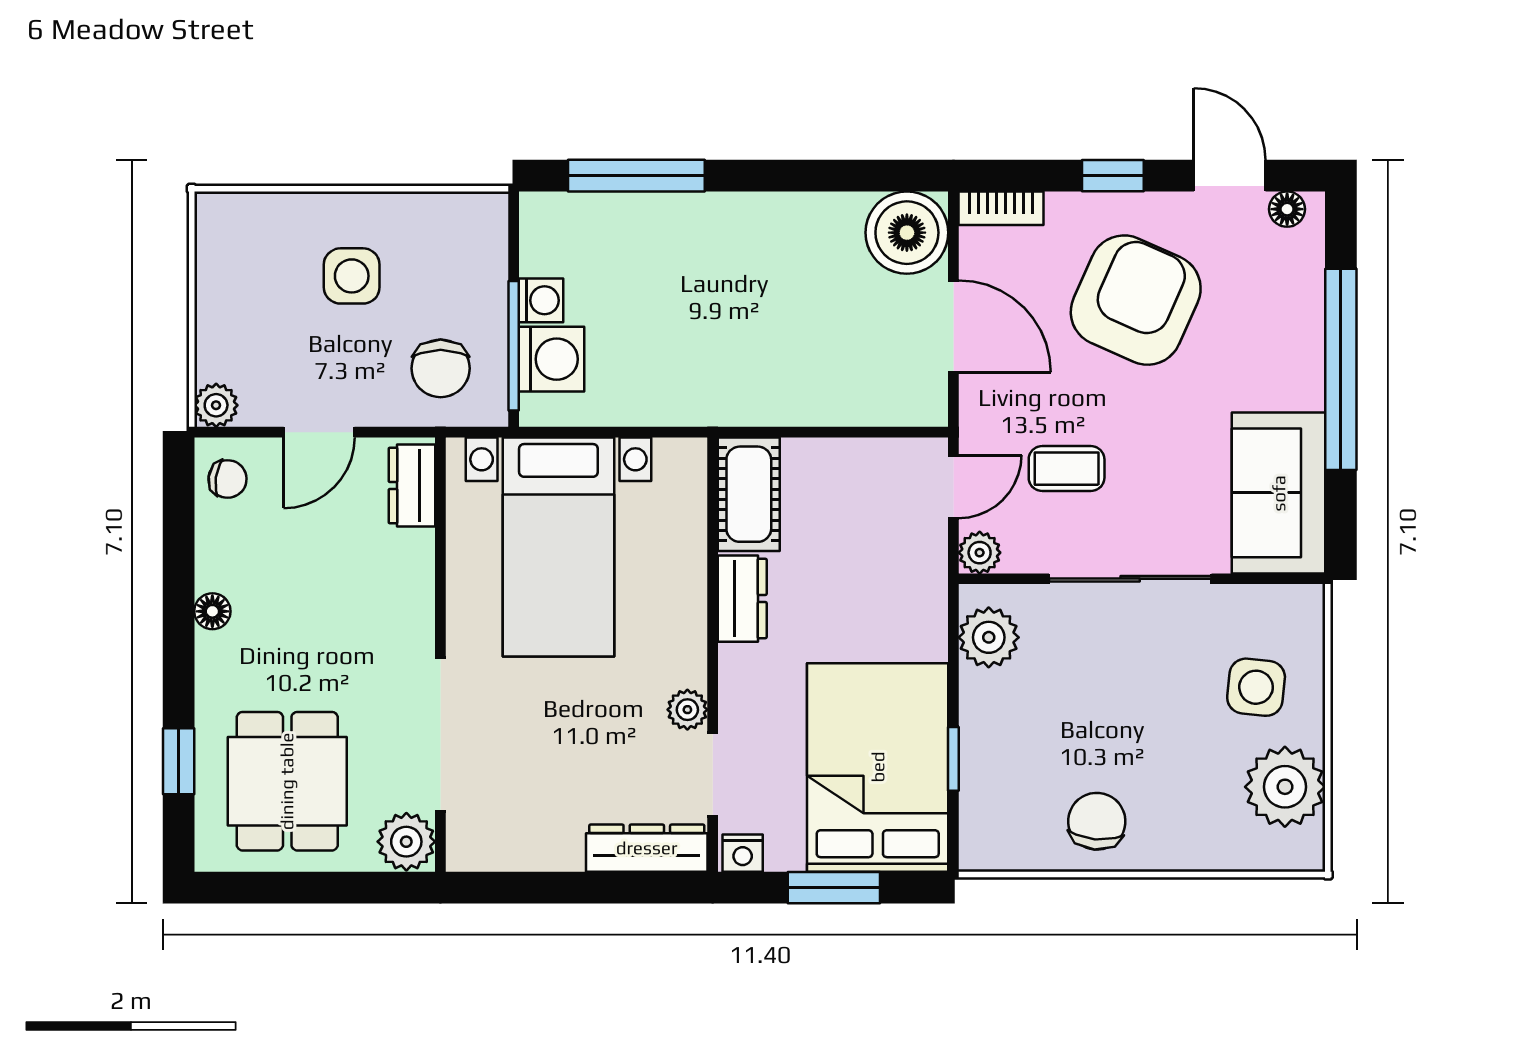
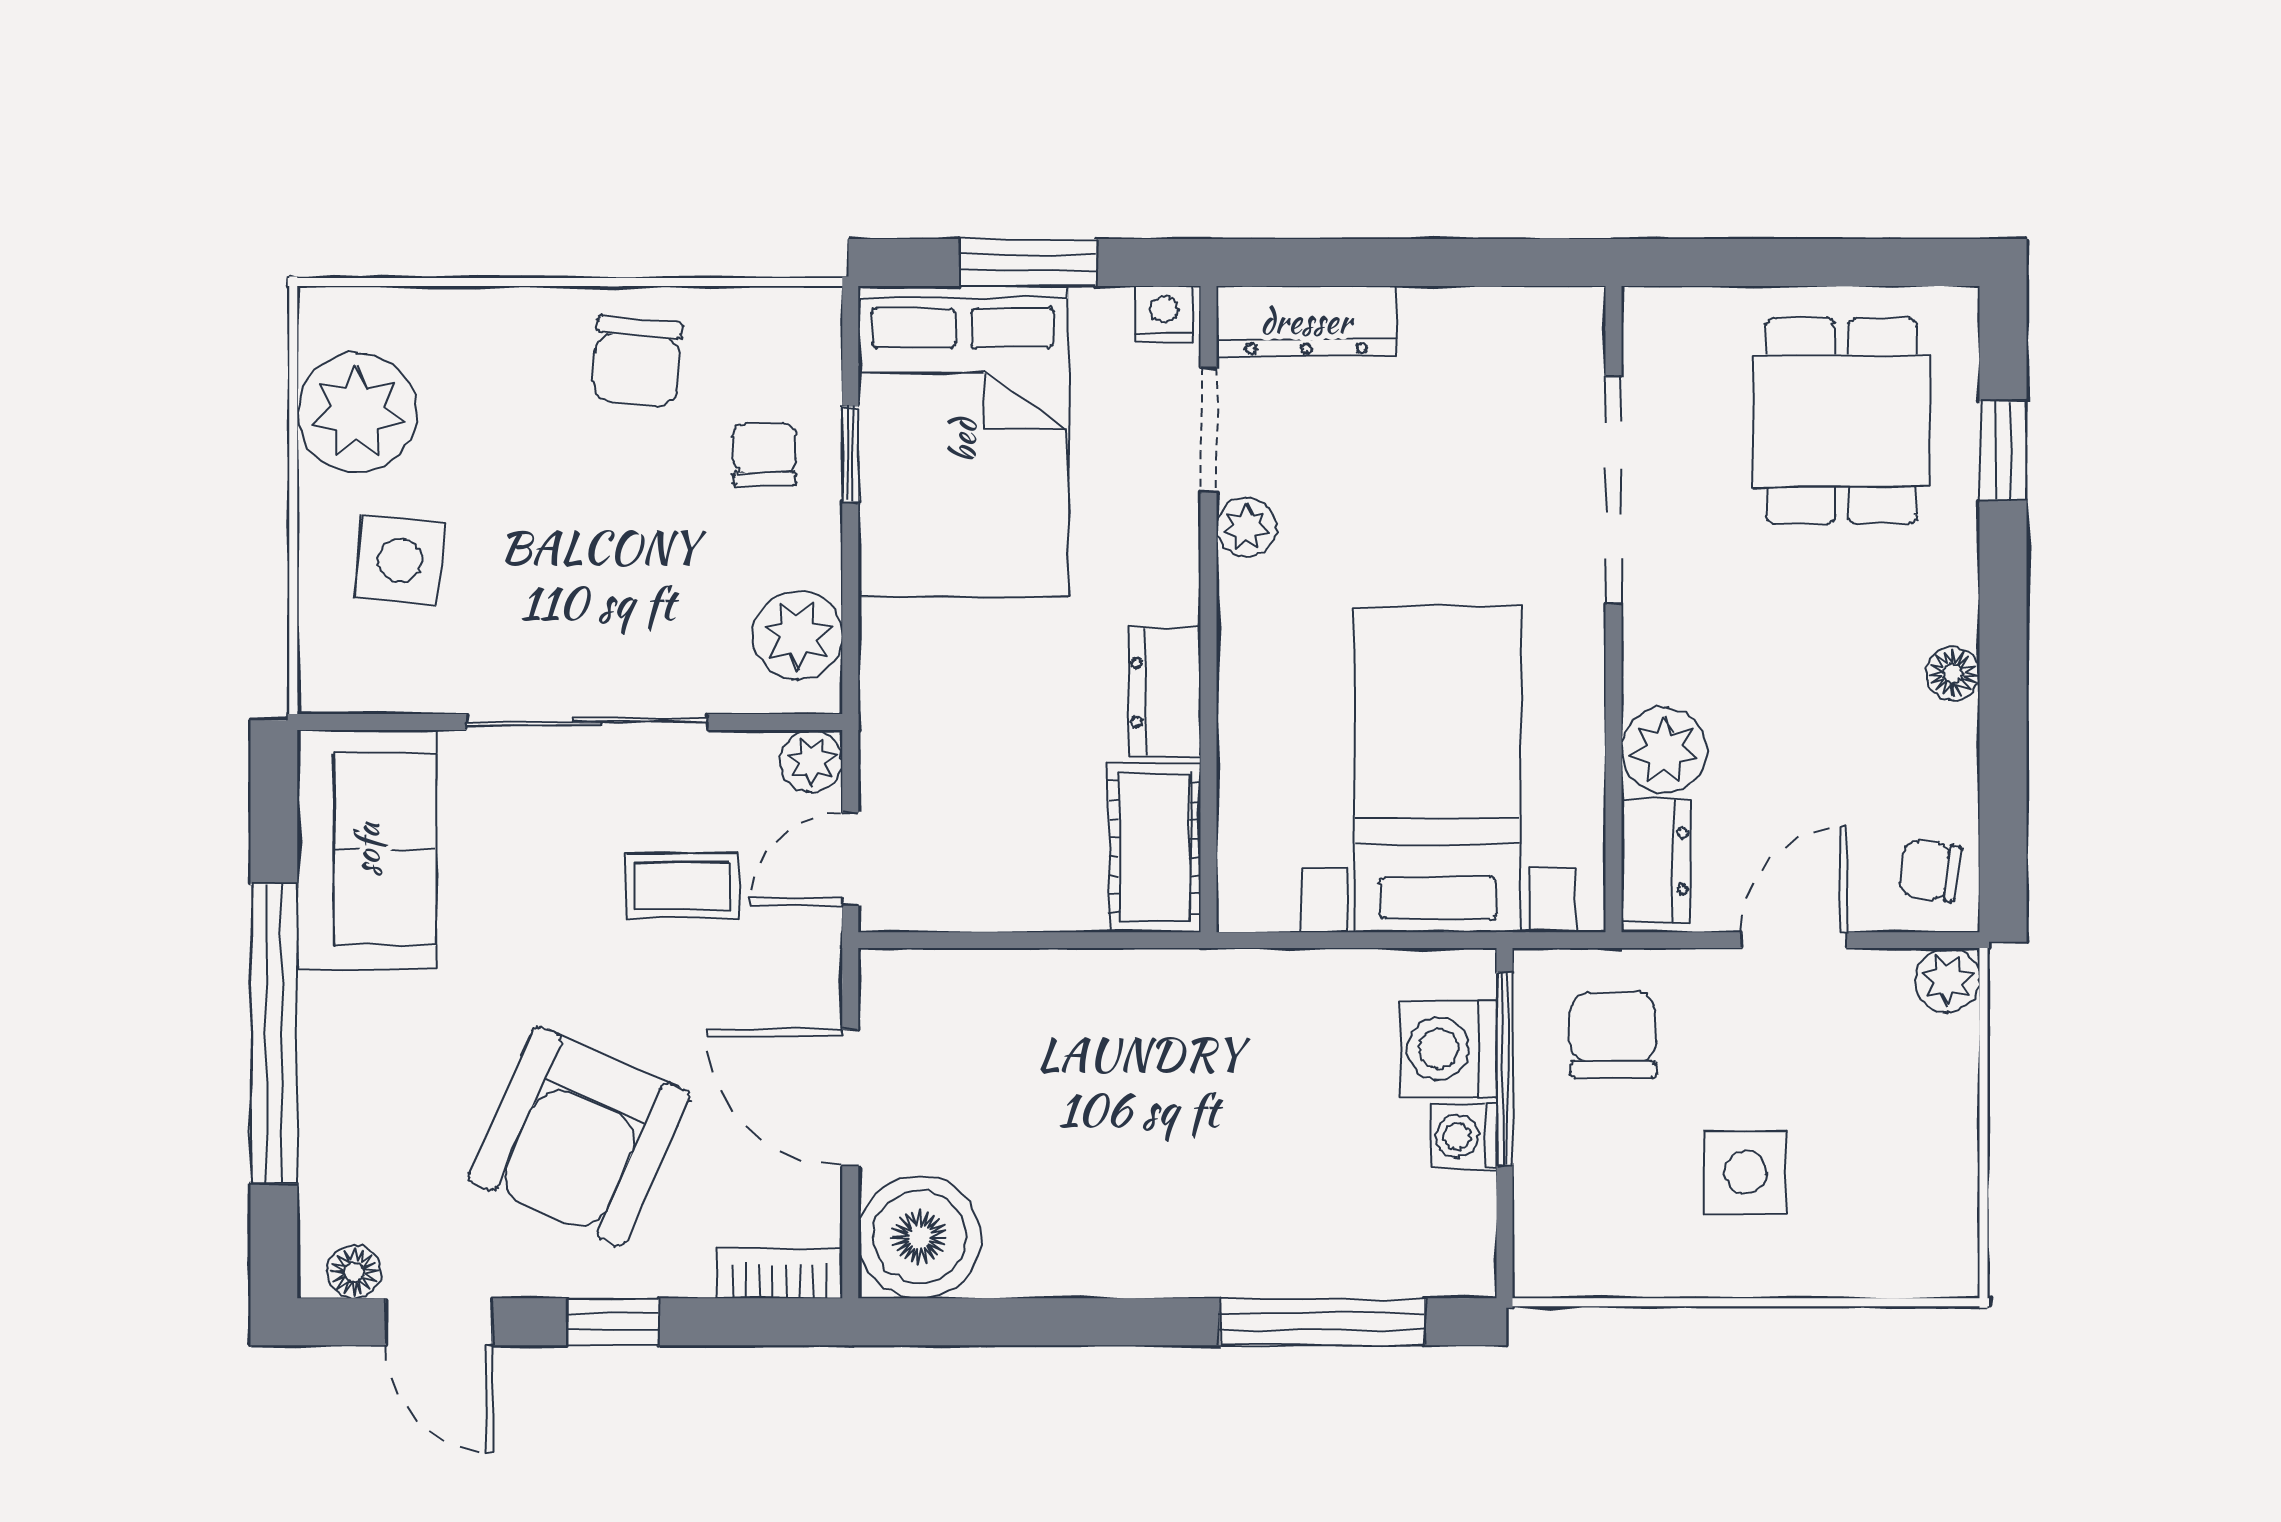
chair: (1011, 759) -> (765, 454), added
plant: (406, 842) -> (1664, 750), moved

